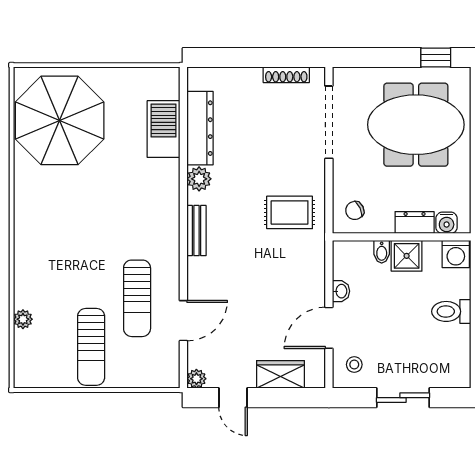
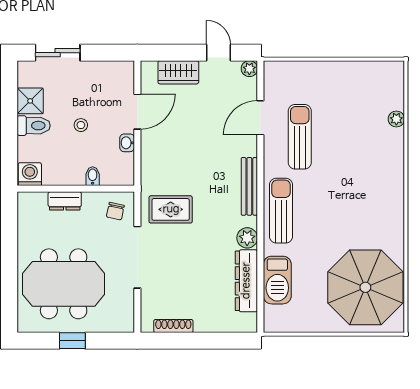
window: (436, 58) -> (72, 341), moved
doorway: (329, 122) -> (137, 257), moved
chair: (355, 210) -> (115, 211), turned 127
water cooler: (447, 223) -> (38, 201), removed
bench: (197, 231) -> (249, 186), width x1.36
shower: (407, 256) -> (30, 101), moved
sun lounger: (91, 347) -> (281, 211), moved
stool: (354, 365) -> (81, 125), moved
sliding door: (403, 398) -> (58, 53), moved

